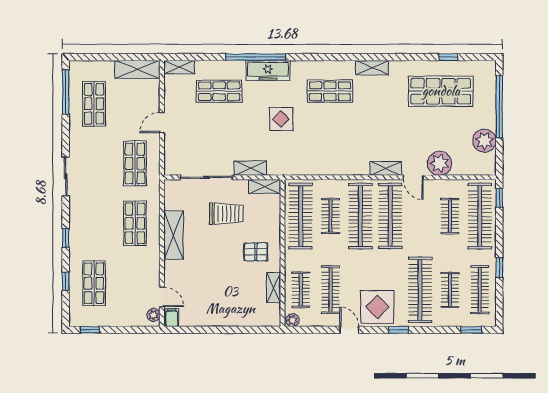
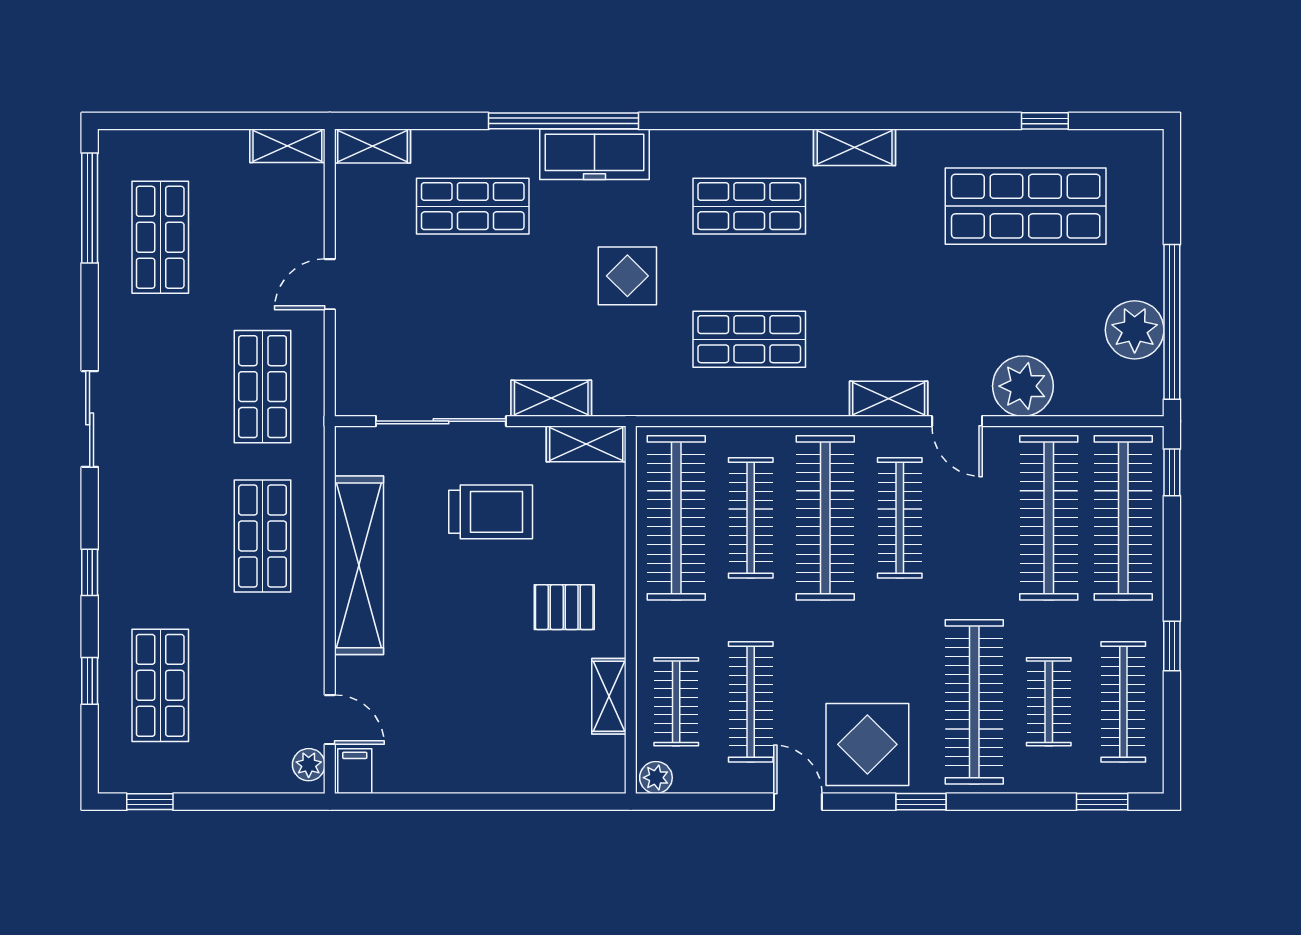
shelving: (137, 69) -> (287, 146), width x0.67, depth x0.75
window: (499, 107) -> (1172, 322), moved
shop shelf: (330, 145) -> (749, 339), added
clothes rail: (331, 216) -> (751, 518), width x1.36
clothes rail: (390, 216) -> (900, 518), width x0.73, depth x0.76
clothes rail: (450, 216) -> (1049, 518), width x1.86, depth x1.31
shelving: (174, 235) -> (359, 565), width x1.47

